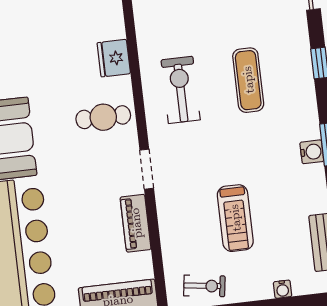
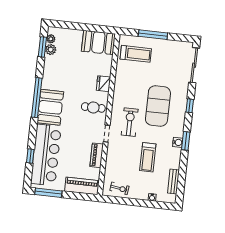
exercise mat: (248, 80) -> (158, 106), width x2.00, depth x1.45
exercise bike: (181, 90) -> (130, 122), moved
treadmill: (235, 218) -> (148, 157), moved

